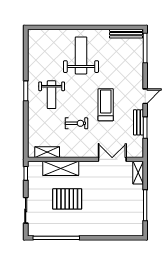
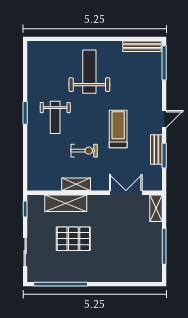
shelving: (47, 152) -> (76, 184), moved

